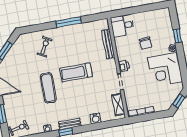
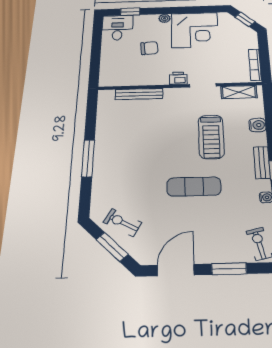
window: (69, 22) -> (88, 158), moved
desk: (123, 26) -> (117, 28), moved, turned 180
window: (177, 36) -> (130, 12), moved
exercise bike: (45, 47) -> (122, 222), moved
treadmill: (76, 72) -> (211, 137), moved

